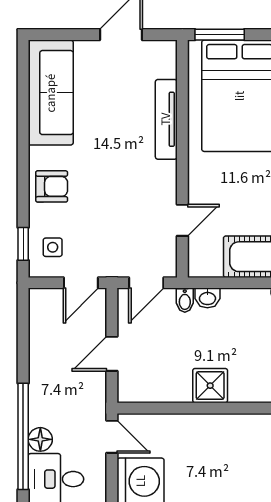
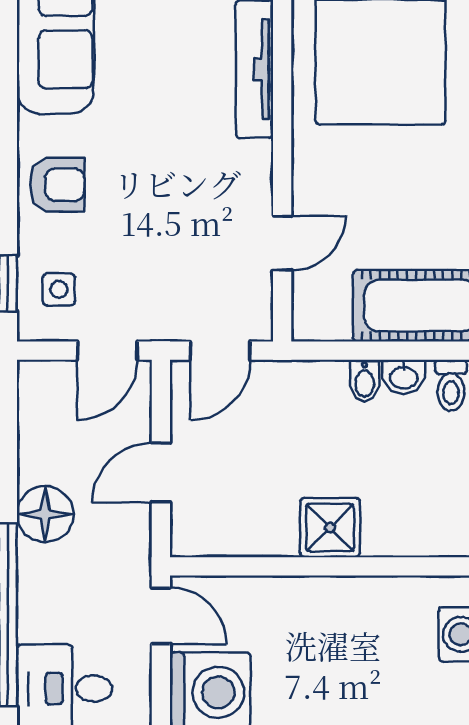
washbasin: (207, 298) -> (404, 377), moved
bidet: (185, 300) -> (365, 381), moved
floor lamp: (40, 439) -> (45, 514), moved, width x1.38, depth x1.38

